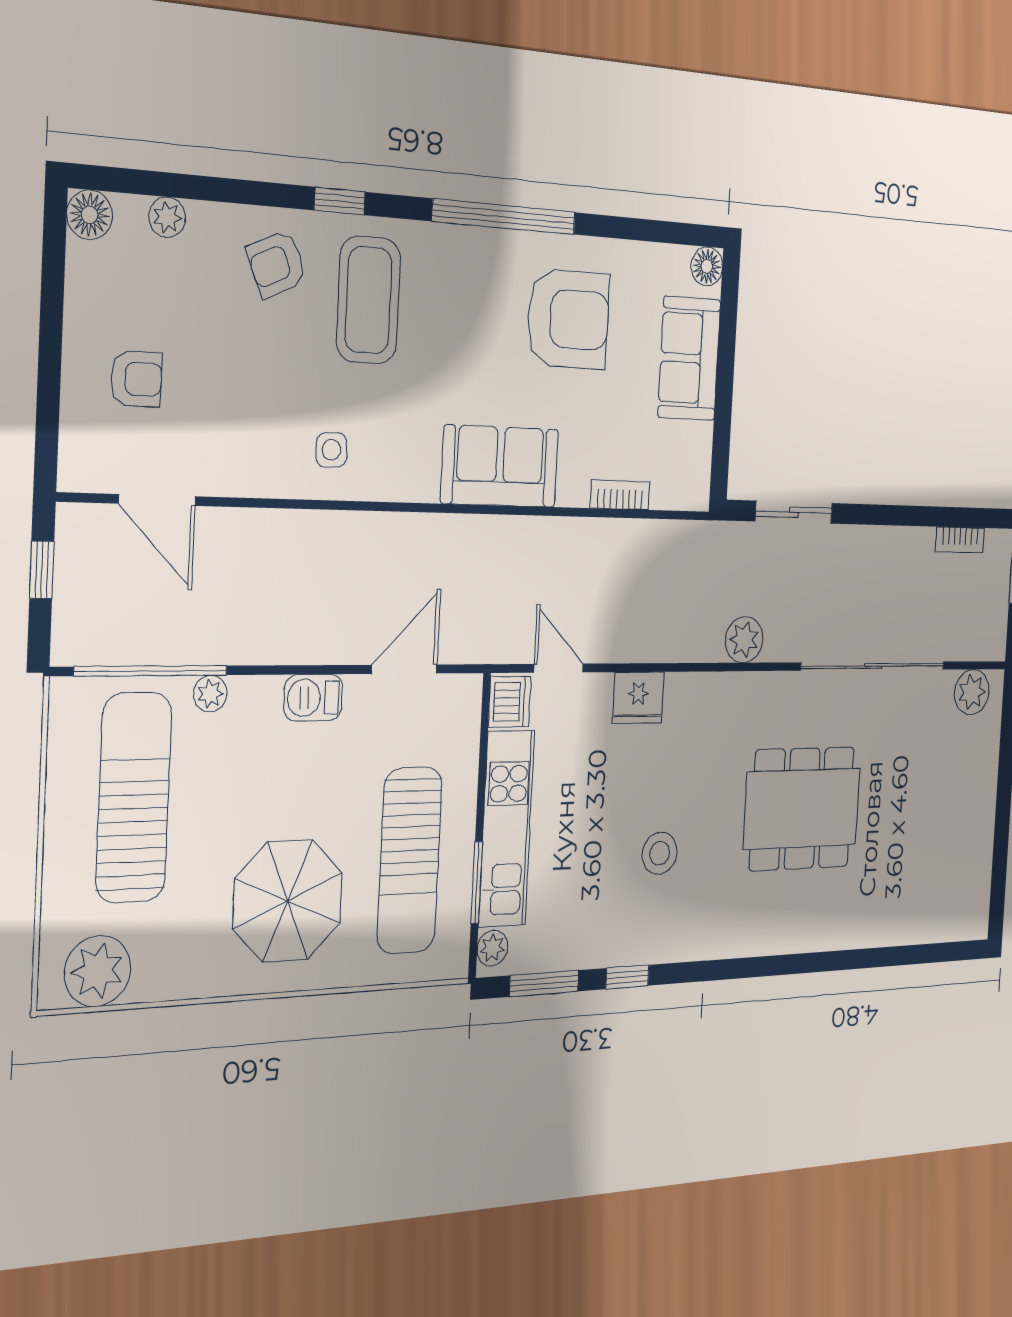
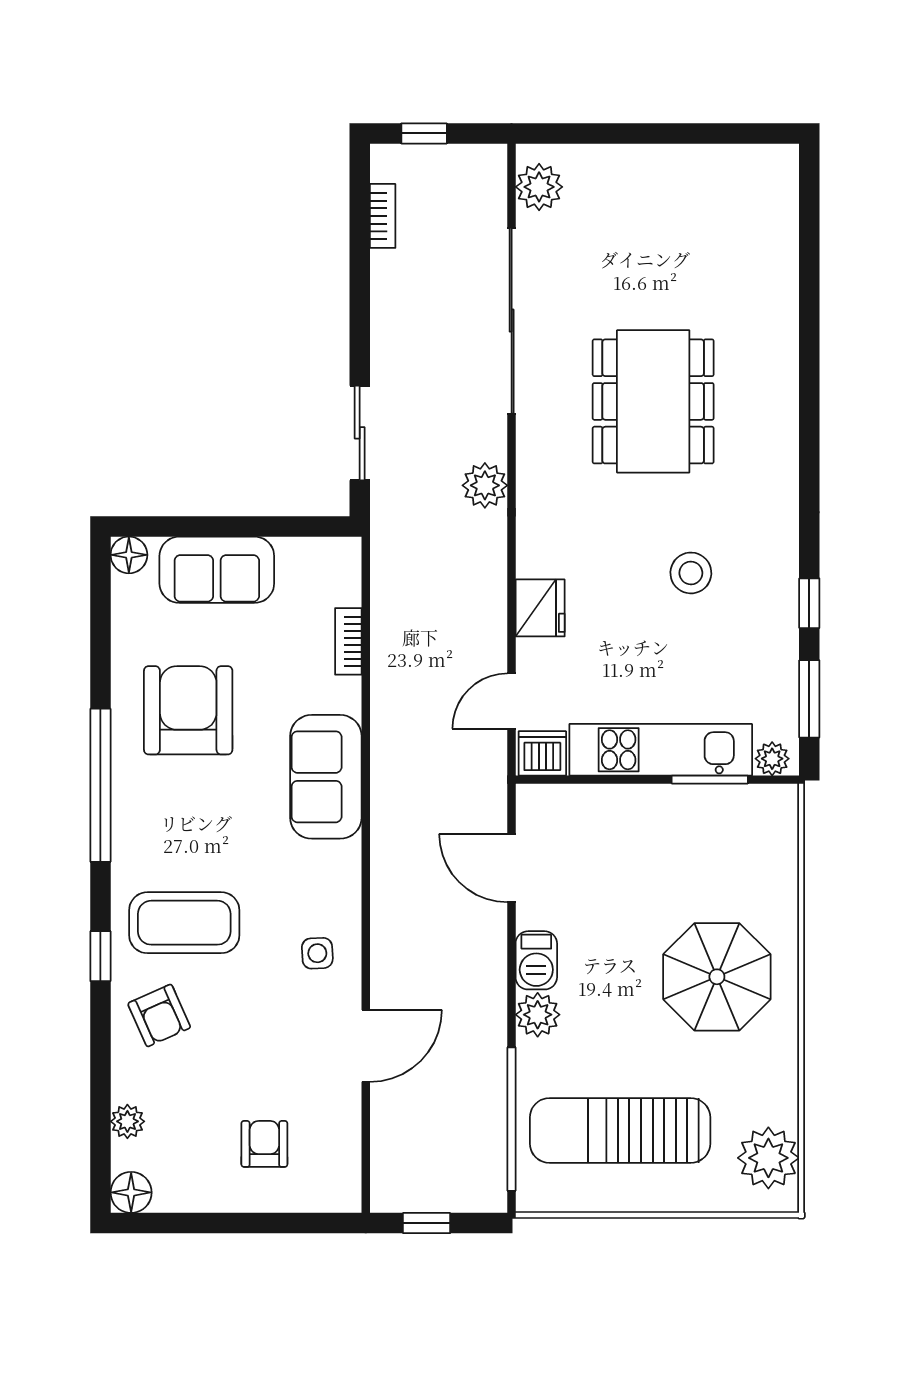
door: (157, 500) -> (366, 1046), moved
plant: (210, 694) -> (538, 1015), moved, width x1.38, depth x1.38
sun lounger: (410, 860) -> (686, 853), removed

